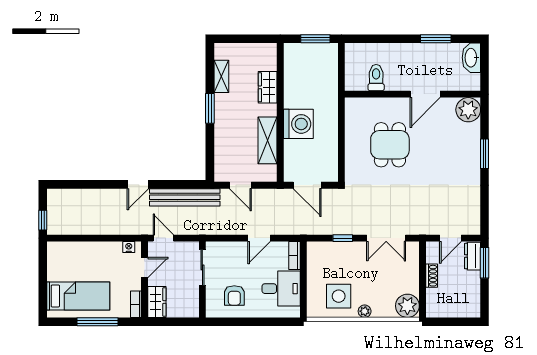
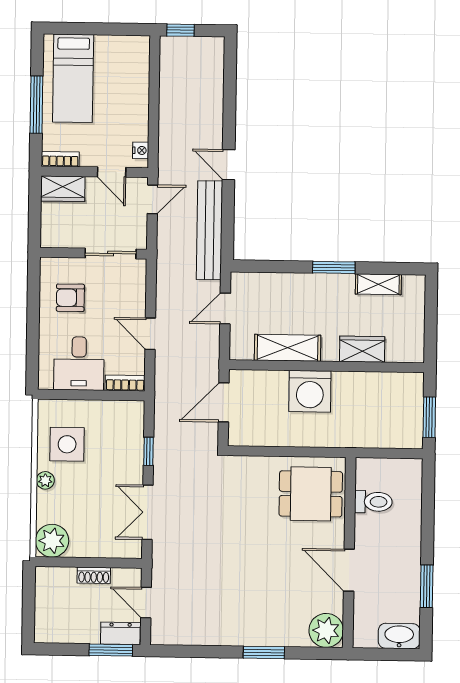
dining table: (390, 145) -> (311, 494), moved

